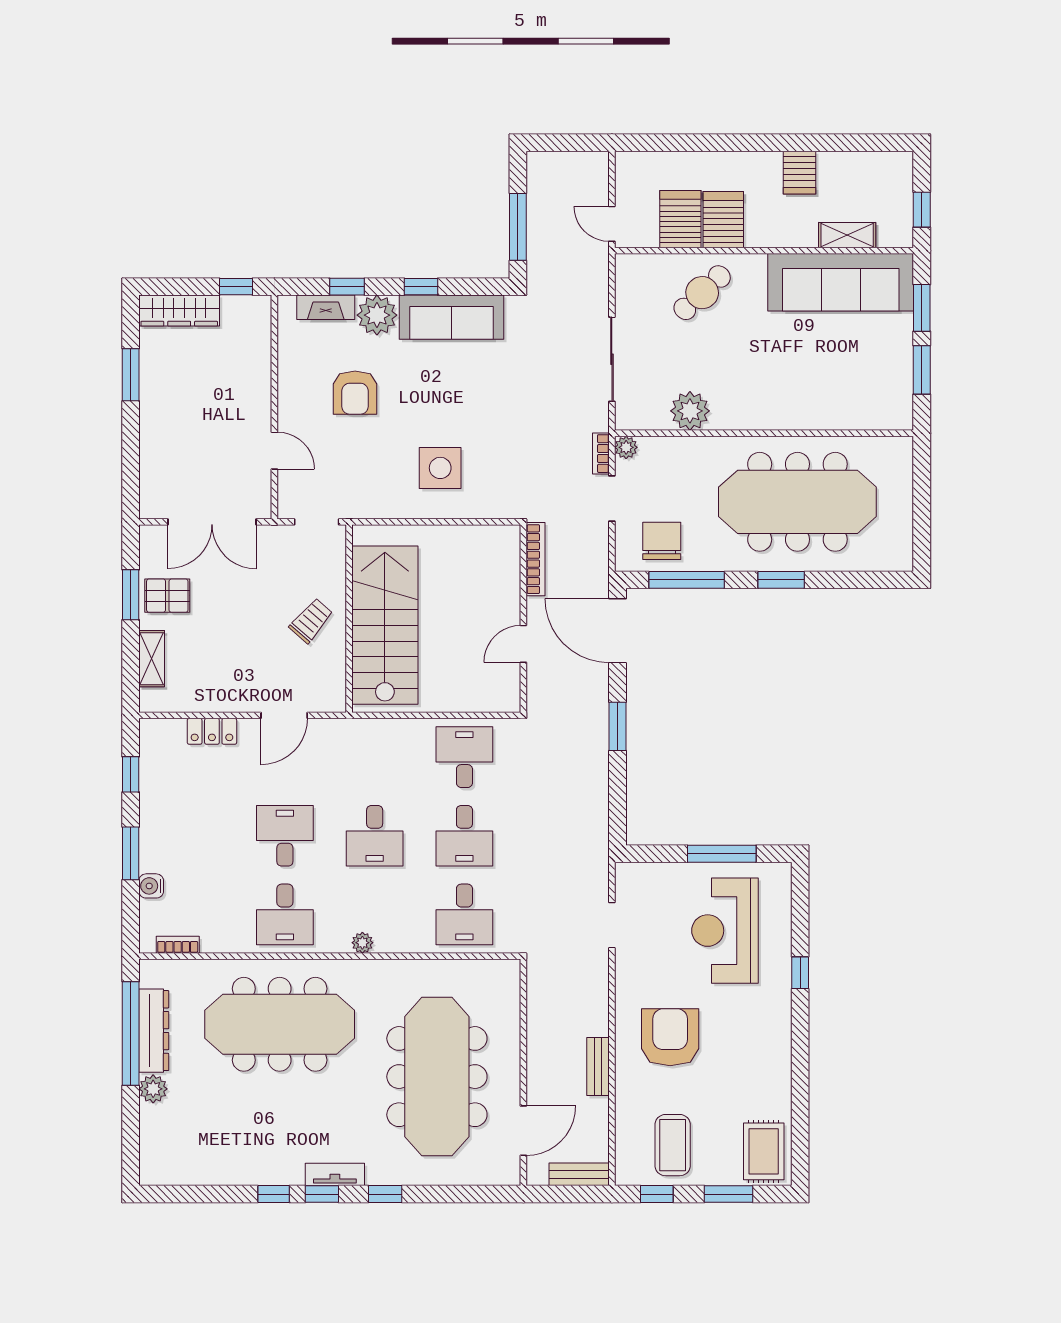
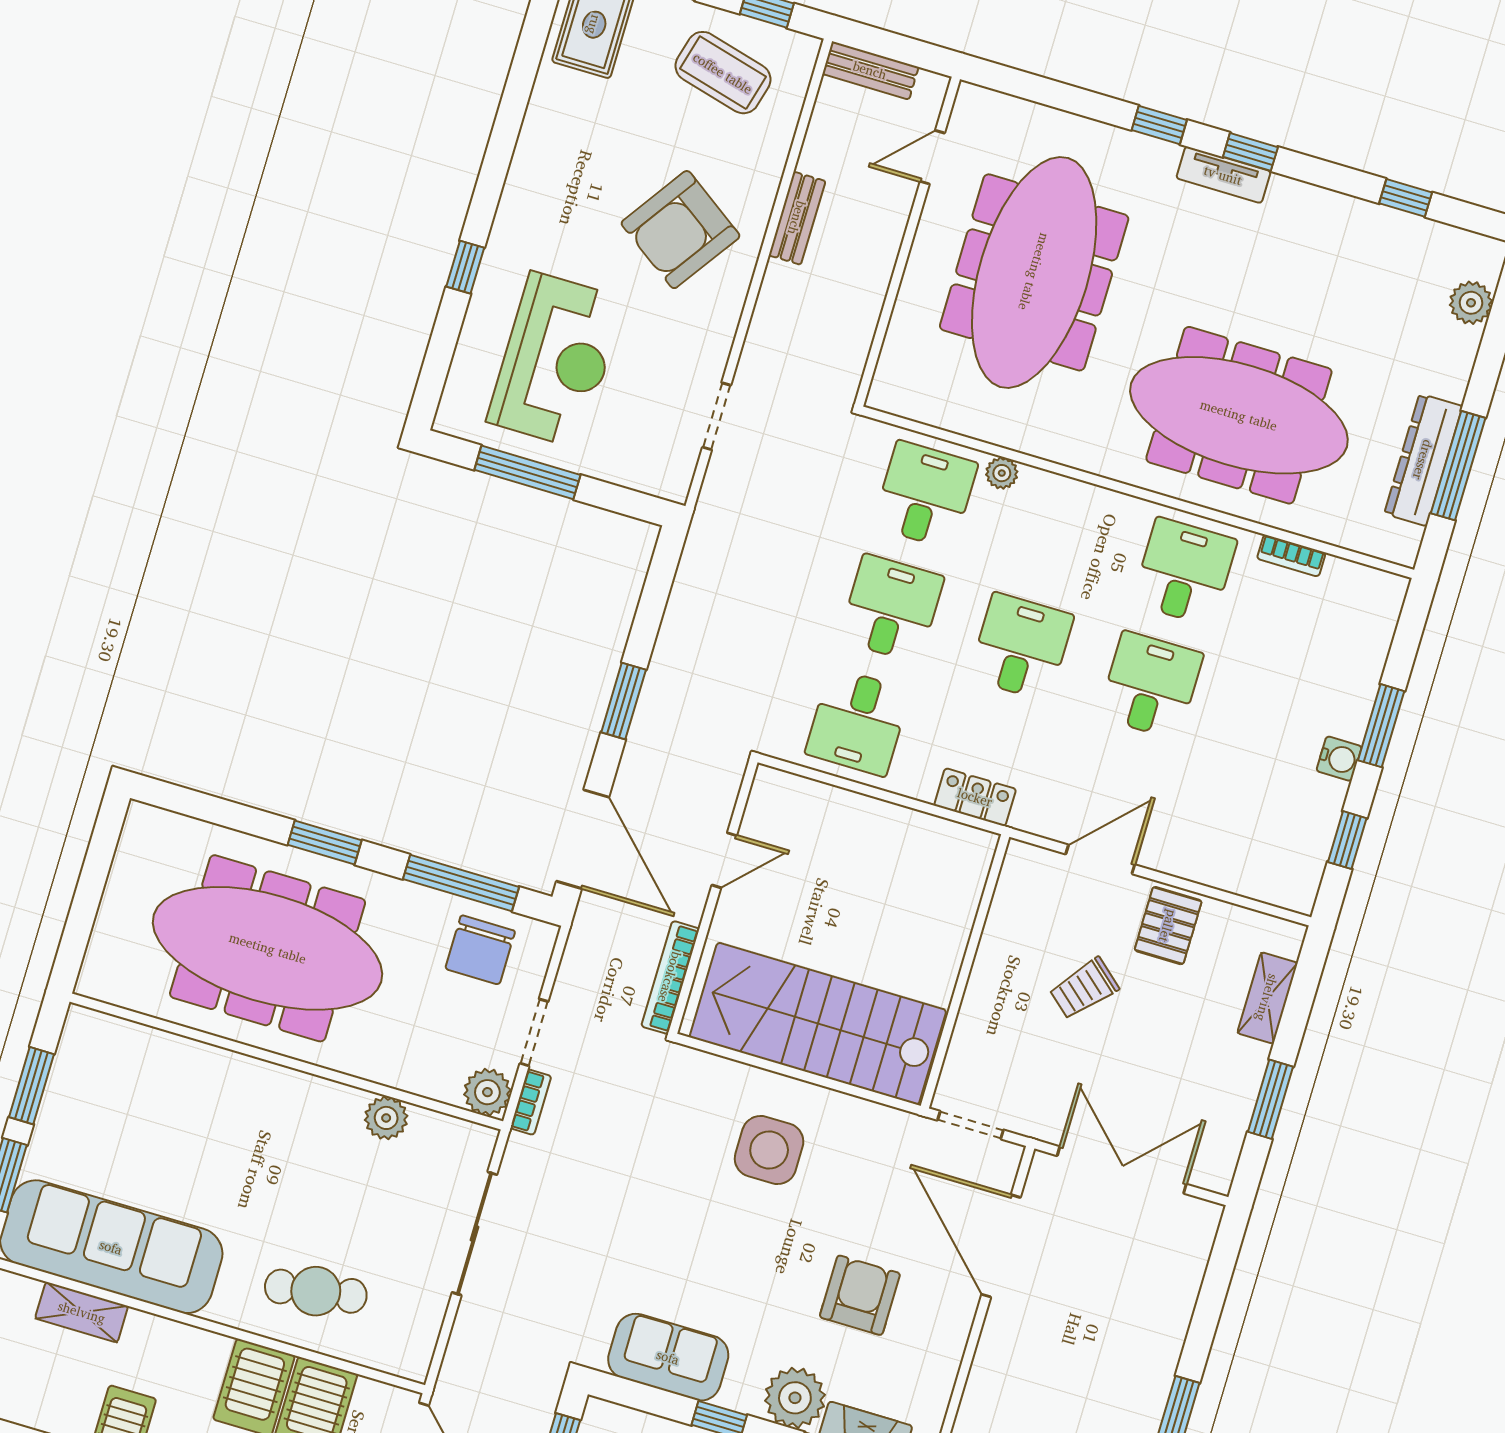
cafe table: (702, 293) -> (316, 1291), turned 34
sofa: (451, 317) -> (668, 1357), width x0.73
plant: (690, 411) -> (386, 1118), width x0.73, depth x0.73
plant: (626, 447) -> (487, 1092), width x1.38, depth x1.38
door: (274, 451) -> (1001, 1246), width x1.88
pallet: (167, 596) -> (1168, 926), moved, turned 90
trolley: (311, 621) -> (1084, 988), moved
stairs: (385, 625) -> (818, 1024), moved, turned 90
locker: (212, 731) -> (975, 797), moved
desk: (285, 836) -> (1151, 685), turned 180
water cooler: (151, 886) -> (1339, 759), moved
plant: (362, 943) -> (1002, 473), moved
bookcase: (178, 945) -> (1291, 556), moved
window: (131, 1034) -> (1458, 466), width x0.68
armchair: (670, 1037) -> (680, 230), turned 35
plant: (153, 1089) -> (1471, 303), moved
door: (523, 1131) -> (932, 157), width x0.73
coffee table: (673, 1145) -> (723, 73), turned -75
window: (274, 1194) -> (1406, 198), moved

